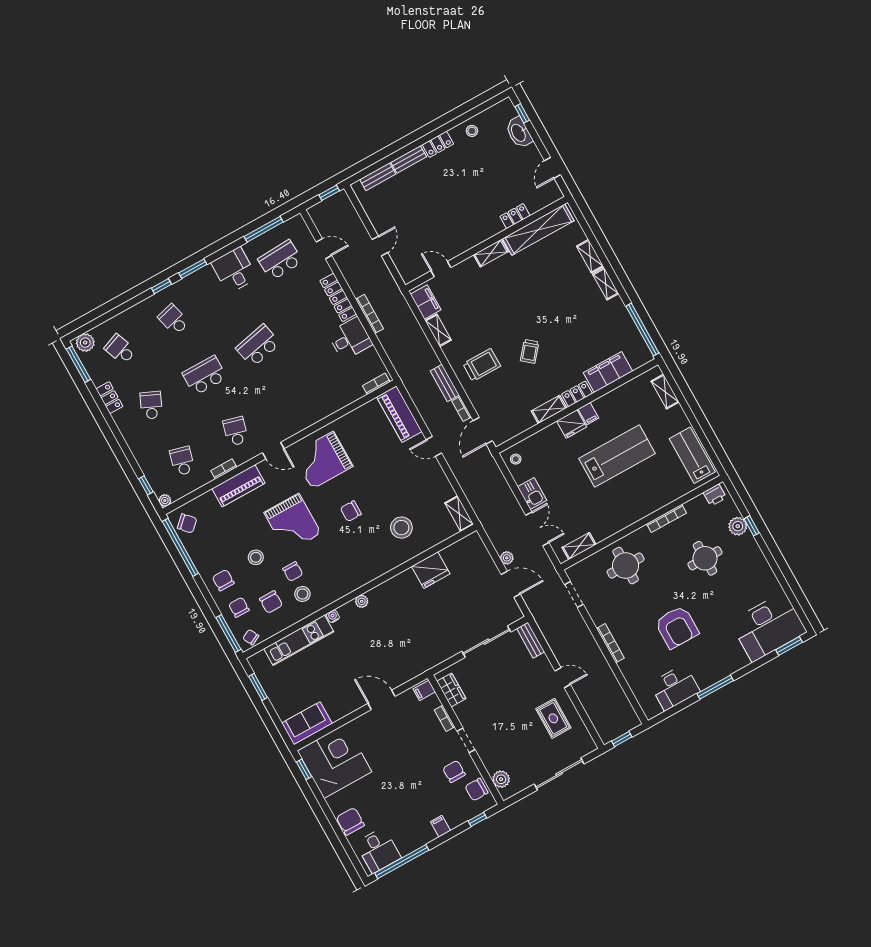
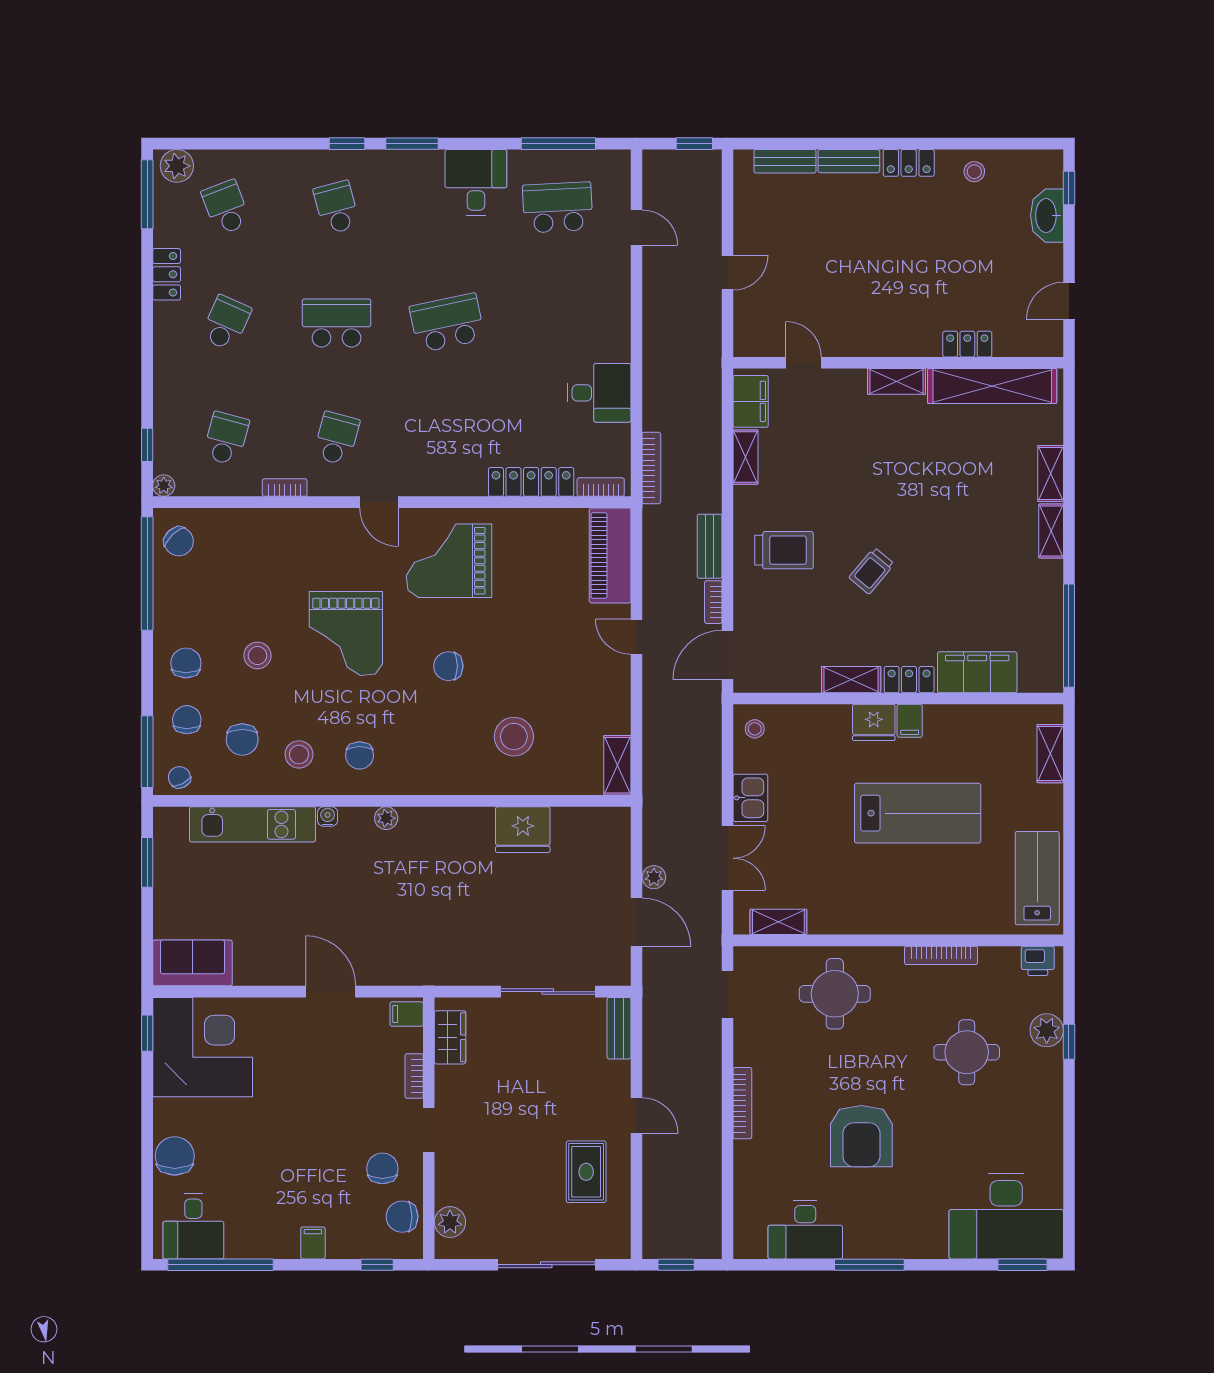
locker: (338, 297) -> (531, 482), moved, turned 90
bookcase: (369, 314) -> (651, 468), moved
piano: (238, 486) -> (293, 527), removed
chair: (293, 571) -> (360, 755), moved

